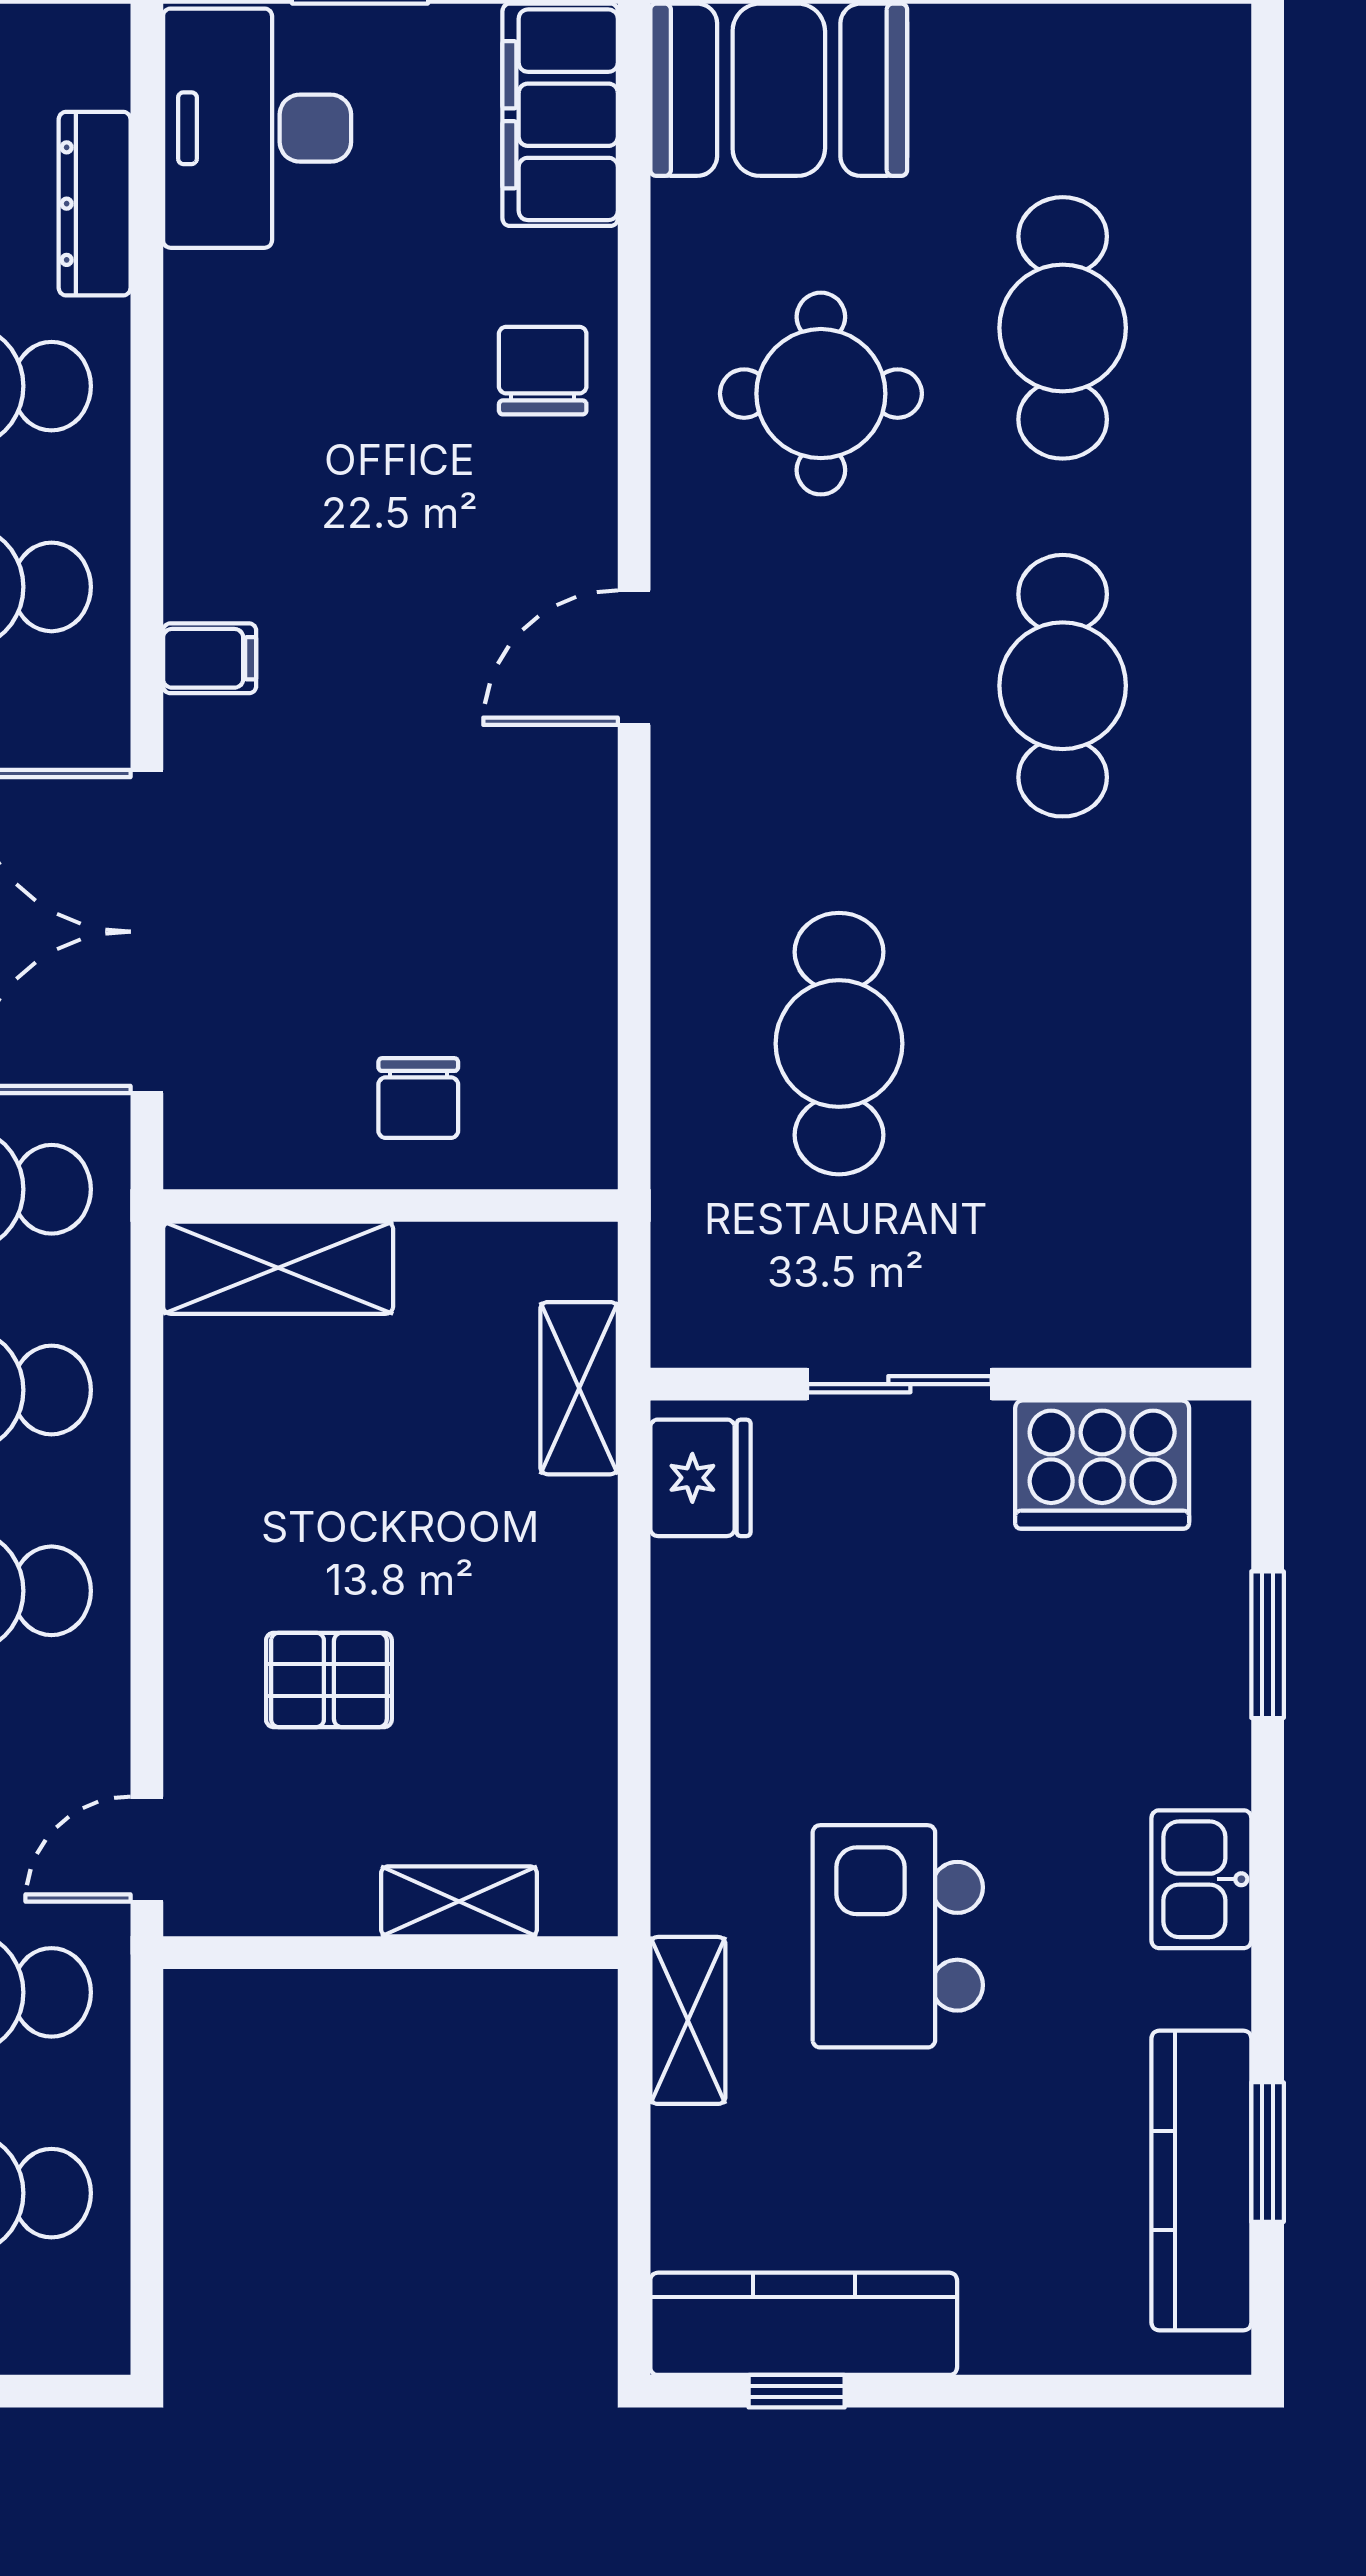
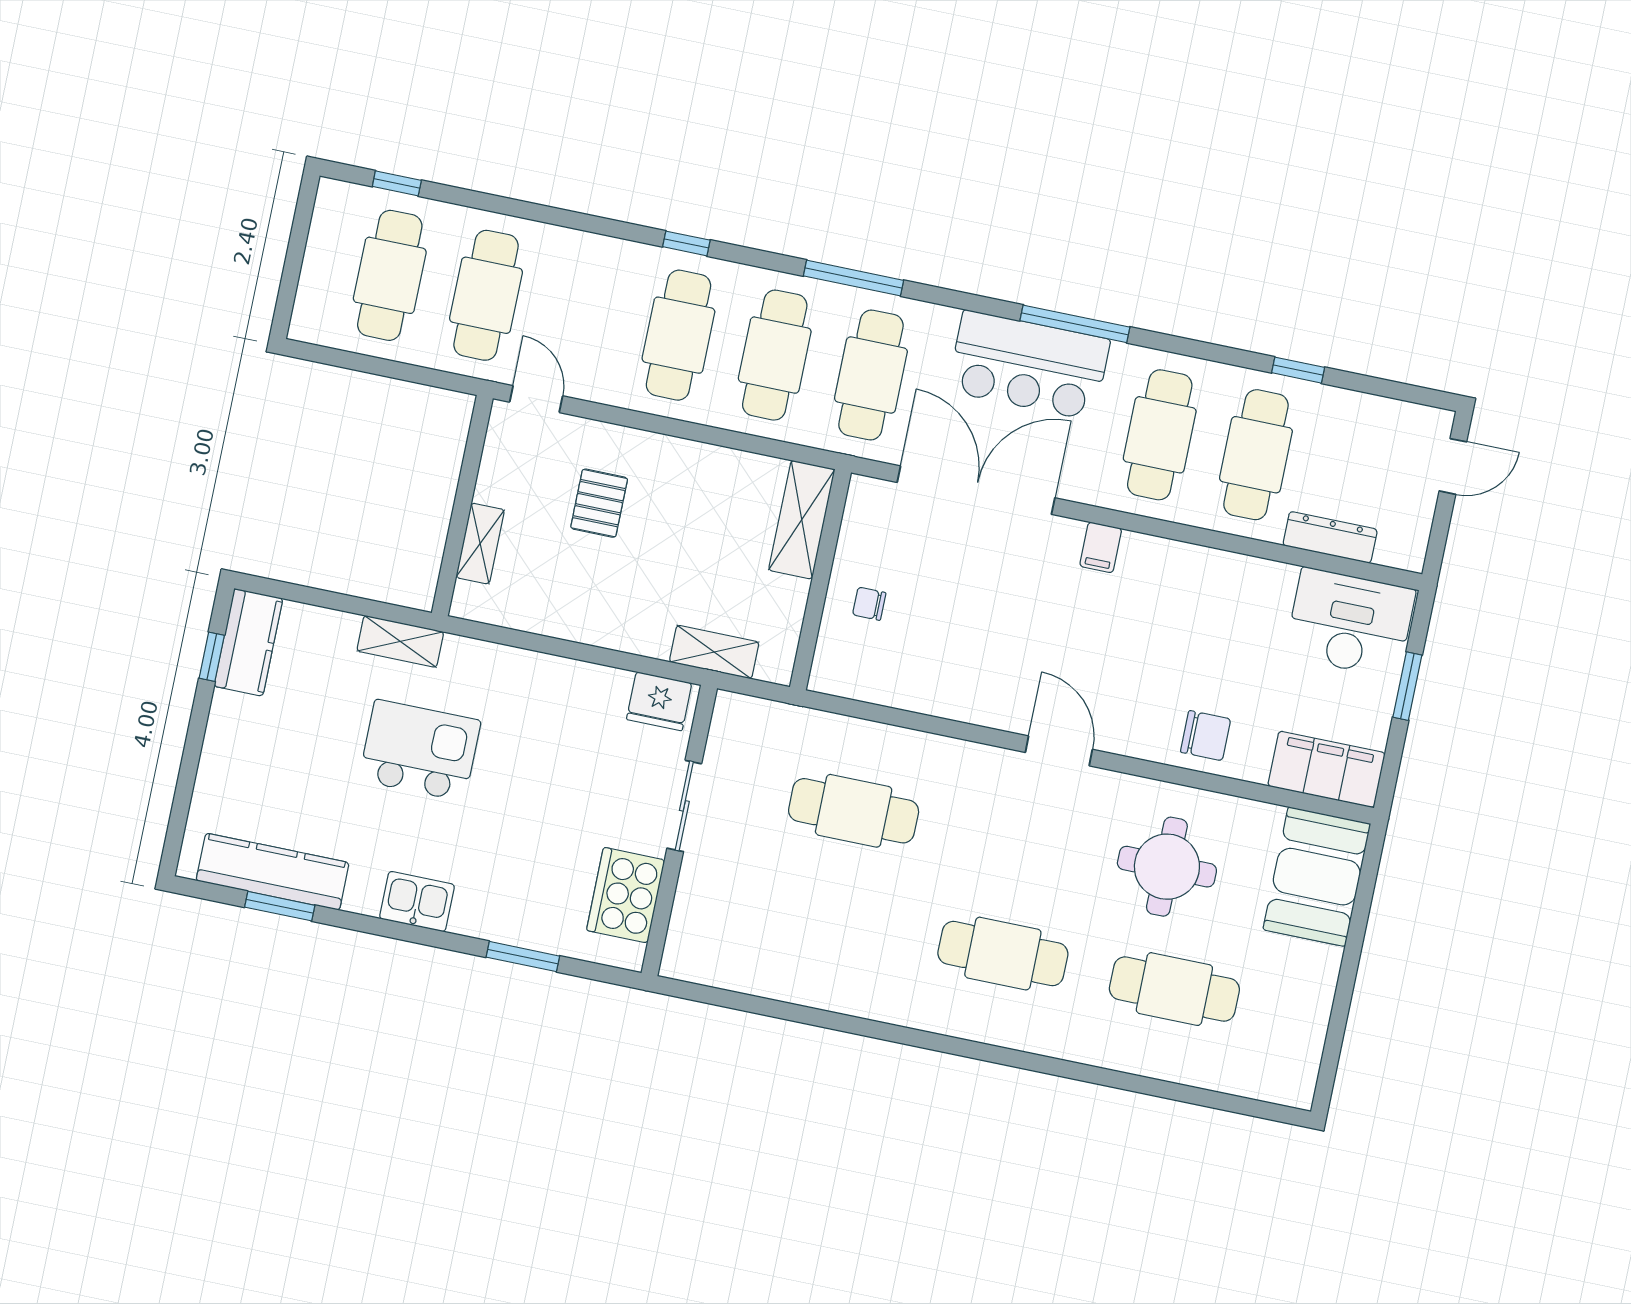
chair: (418, 1098) -> (869, 604), width x0.73, depth x0.73
kitchen counter: (804, 2324) -> (248, 642), width x0.67

